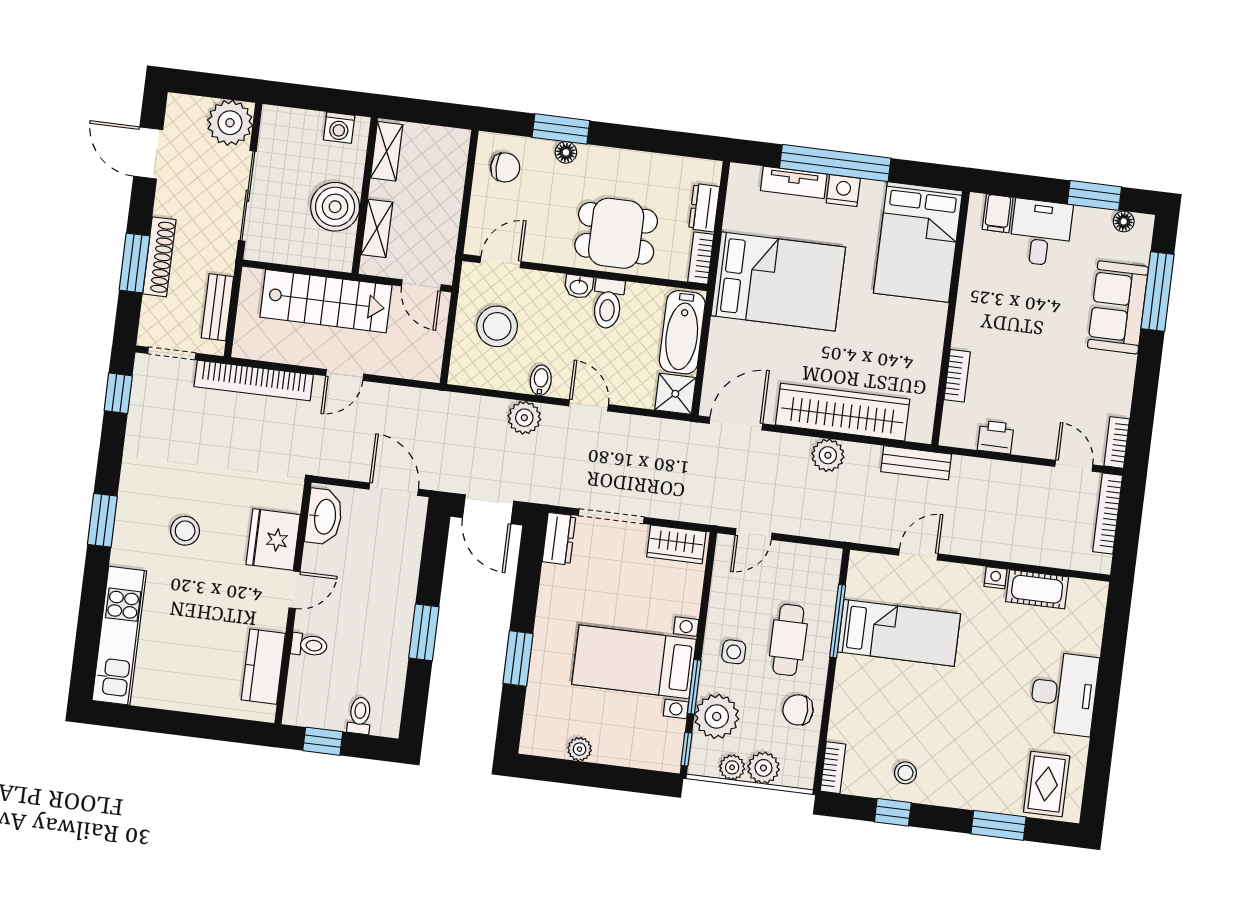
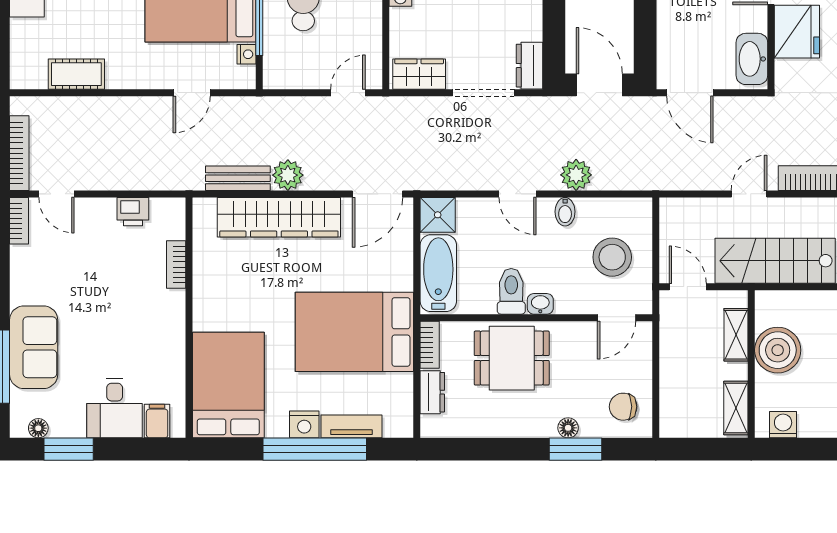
bench: (916, 463) -> (238, 178), moved
nightstand: (996, 578) -> (247, 54), moved, turned -90

